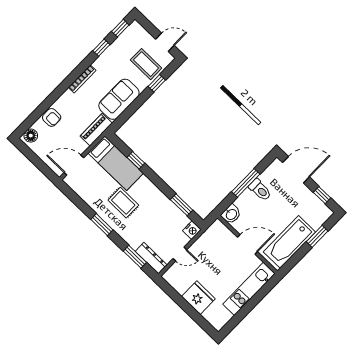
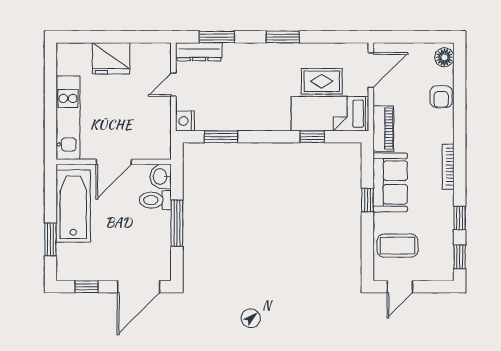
window: (157, 83) -> (367, 200), moved
armchair: (52, 117) -> (441, 97), turned -90
toilet: (260, 190) -> (155, 200), moved
rug: (123, 203) -> (322, 81), moved

